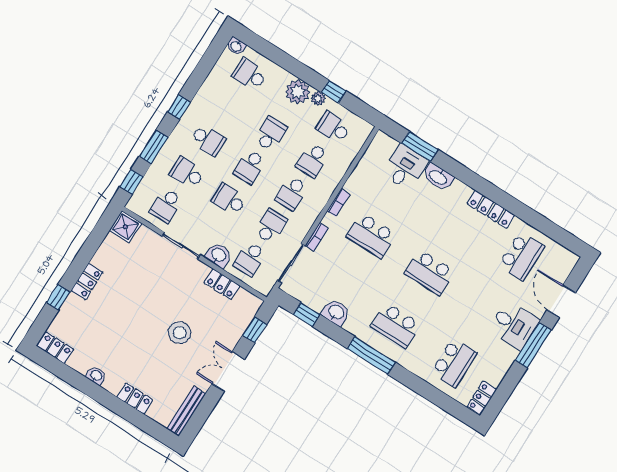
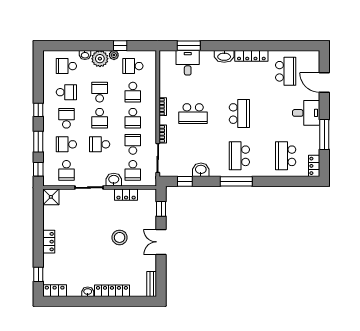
washbasin: (236, 46) -> (85, 55), moved
school desk: (229, 107) -> (66, 92), added
school desk: (208, 140) -> (66, 118), turned -90
washbasin: (438, 177) -> (224, 56), moved
school desk: (430, 272) -> (239, 114), turned -90
window: (58, 297) -> (38, 274), moved
school desk: (396, 326) -> (239, 156), turned 90
window: (533, 345) -> (324, 135), moved
school desk: (454, 363) -> (286, 156), turned 180
locker: (135, 399) -> (112, 291), width x1.53
bench: (186, 411) -> (152, 284), width x0.73

